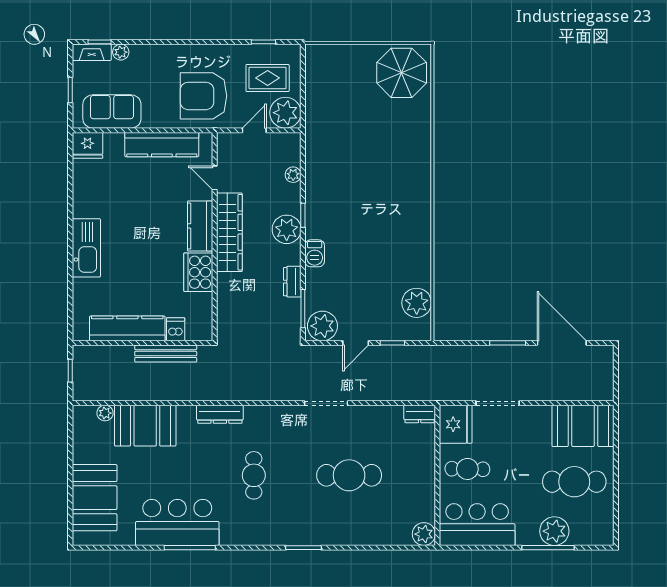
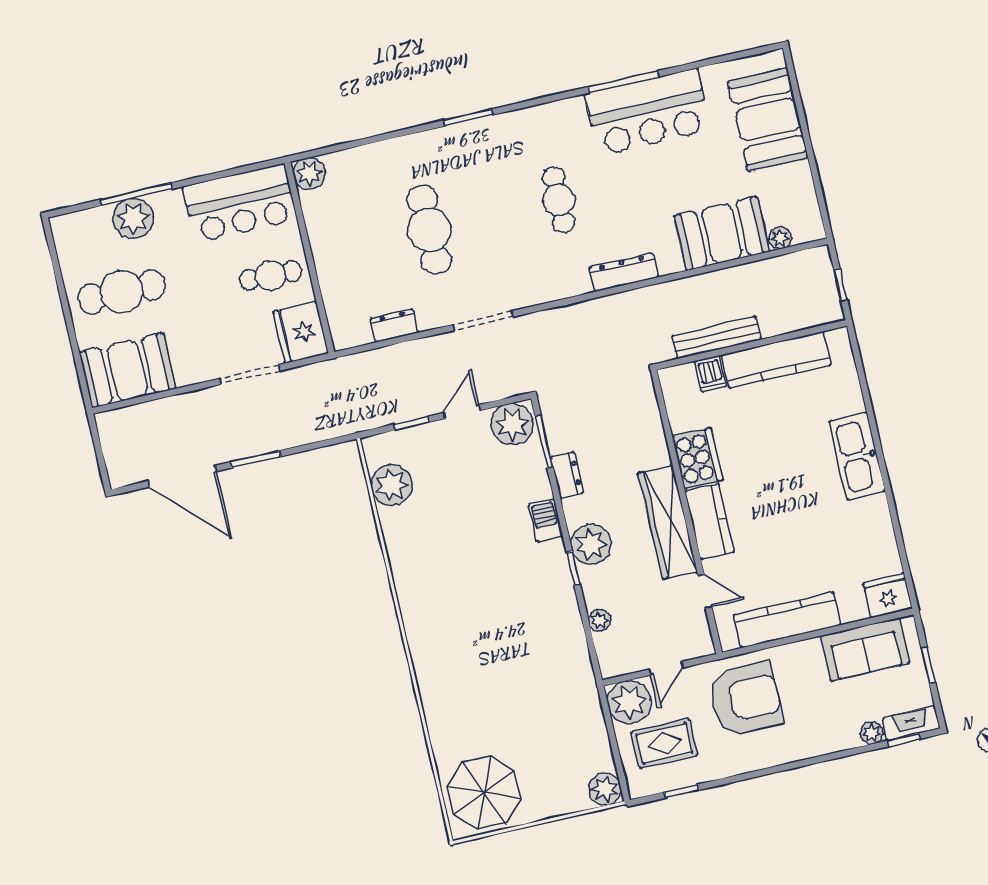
plant: (317, 56) -> (605, 789), added
dresser: (420, 414) -> (394, 326), moved
cafe table: (349, 475) -> (429, 230), turned 90

